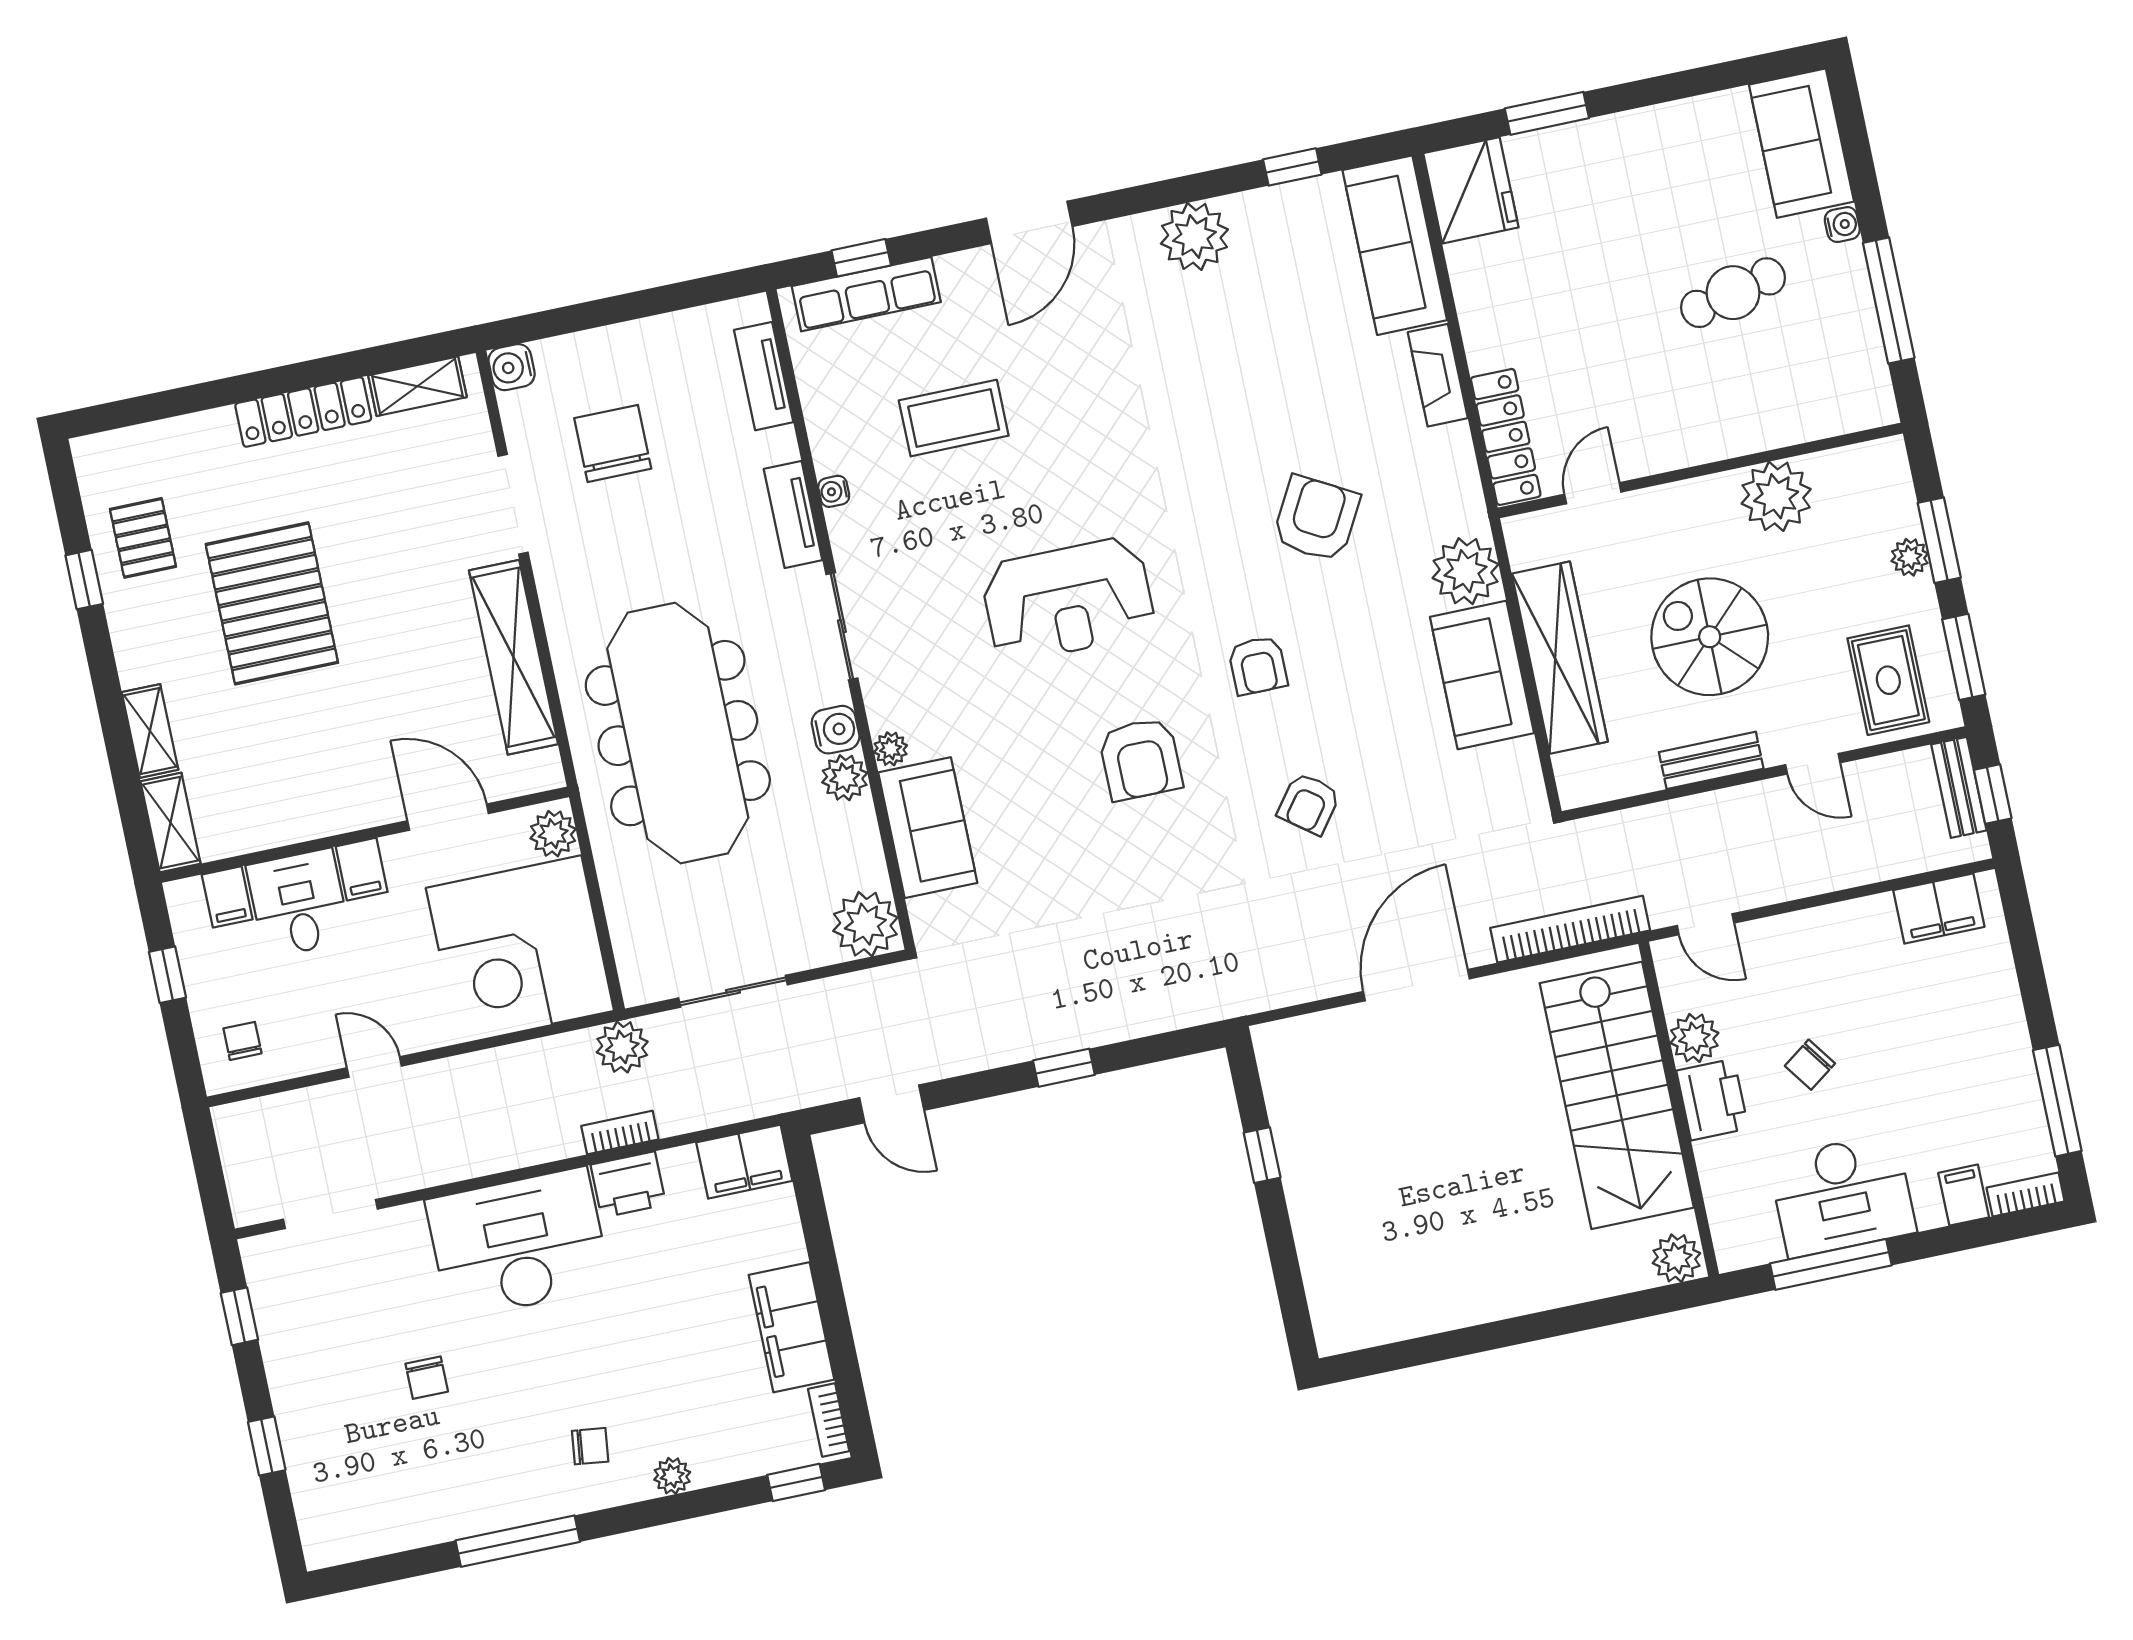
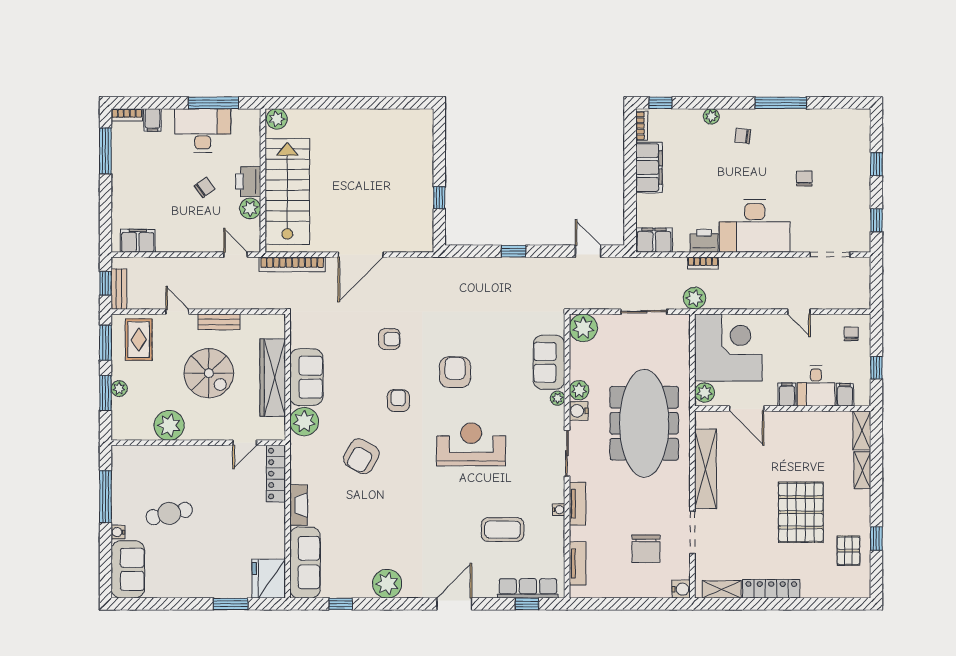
armchair: (1309, 804) -> (389, 339), turned 53
chair: (242, 1041) -> (851, 334), turned 180

